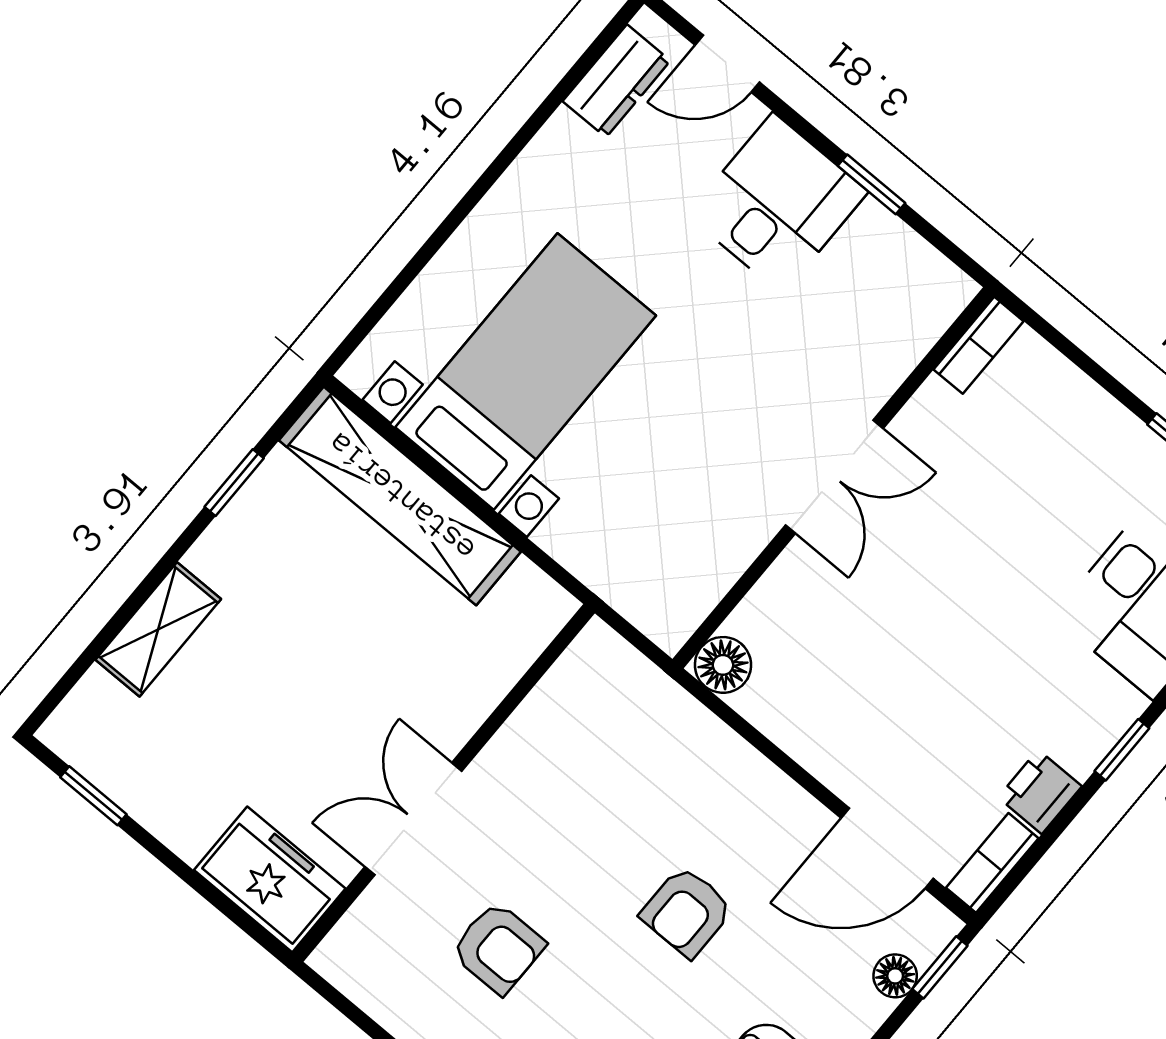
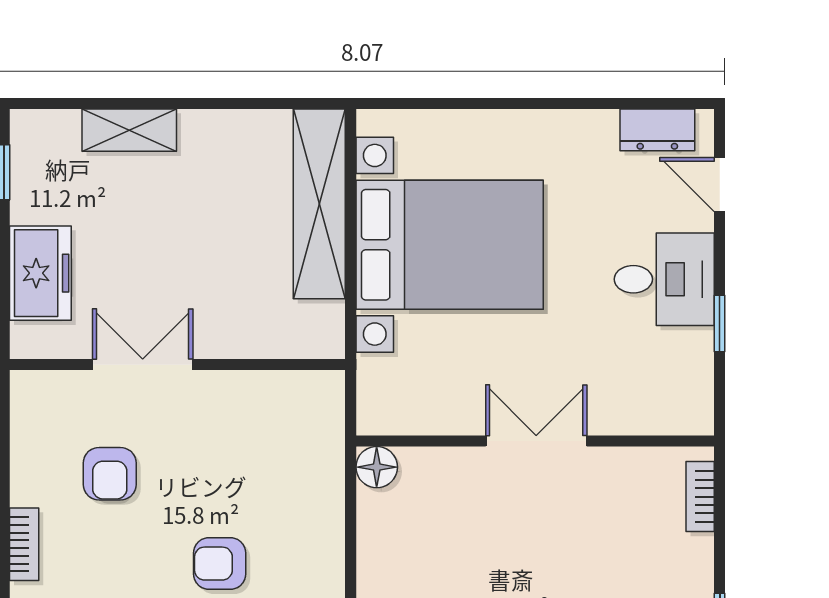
bookcase: (978, 345) -> (700, 497), moved, turned 90
bed with nightstands: (526, 371) -> (450, 245), width x1.36
double door: (834, 477) -> (536, 441), swing flipped
window: (234, 483) -> (248, 104), removed
freezer: (270, 879) -> (40, 273), moved

